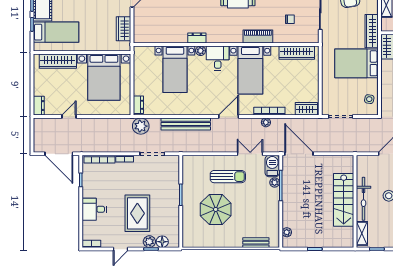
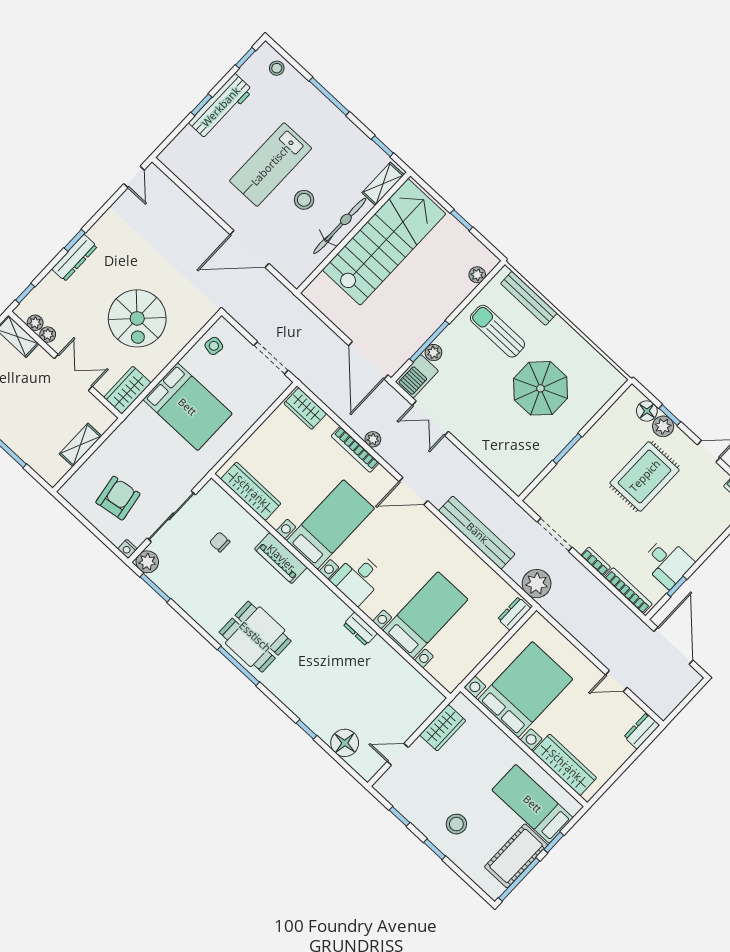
wardrobe: (372, 31) -> (130, 430), removed
plant: (201, 51) -> (371, 608), removed
sun lounger: (228, 177) -> (497, 331), moved
stairs: (344, 200) -> (384, 242), width x1.36, depth x1.51
desk: (94, 209) -> (668, 562), moved
bench: (256, 243) -> (529, 298), width x1.36

